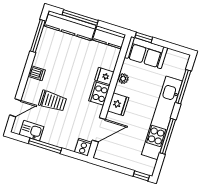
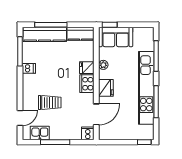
dishwasher: (37, 73) -> (29, 68), moved

